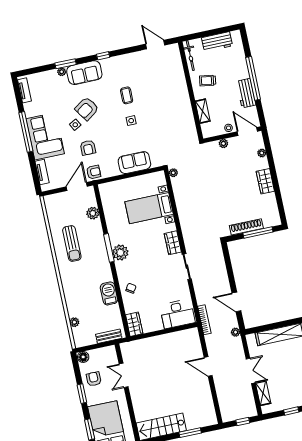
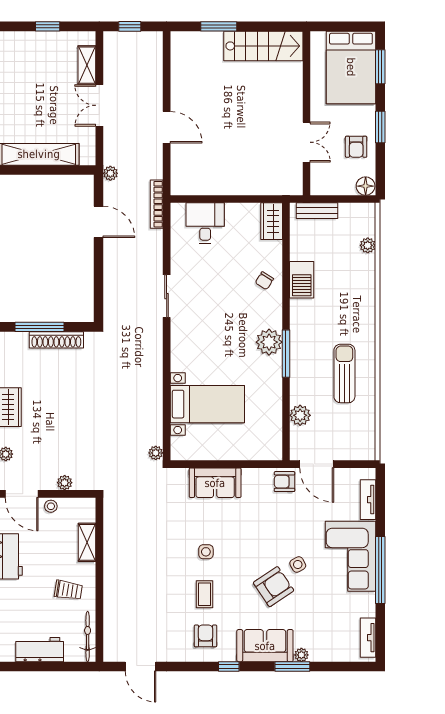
armchair: (88, 148) -> (205, 636), moved
door: (77, 186) -> (317, 464), hinge flipped
wardrobe: (173, 243) -> (181, 340), removed
desk: (177, 314) -> (205, 223), width x0.73

